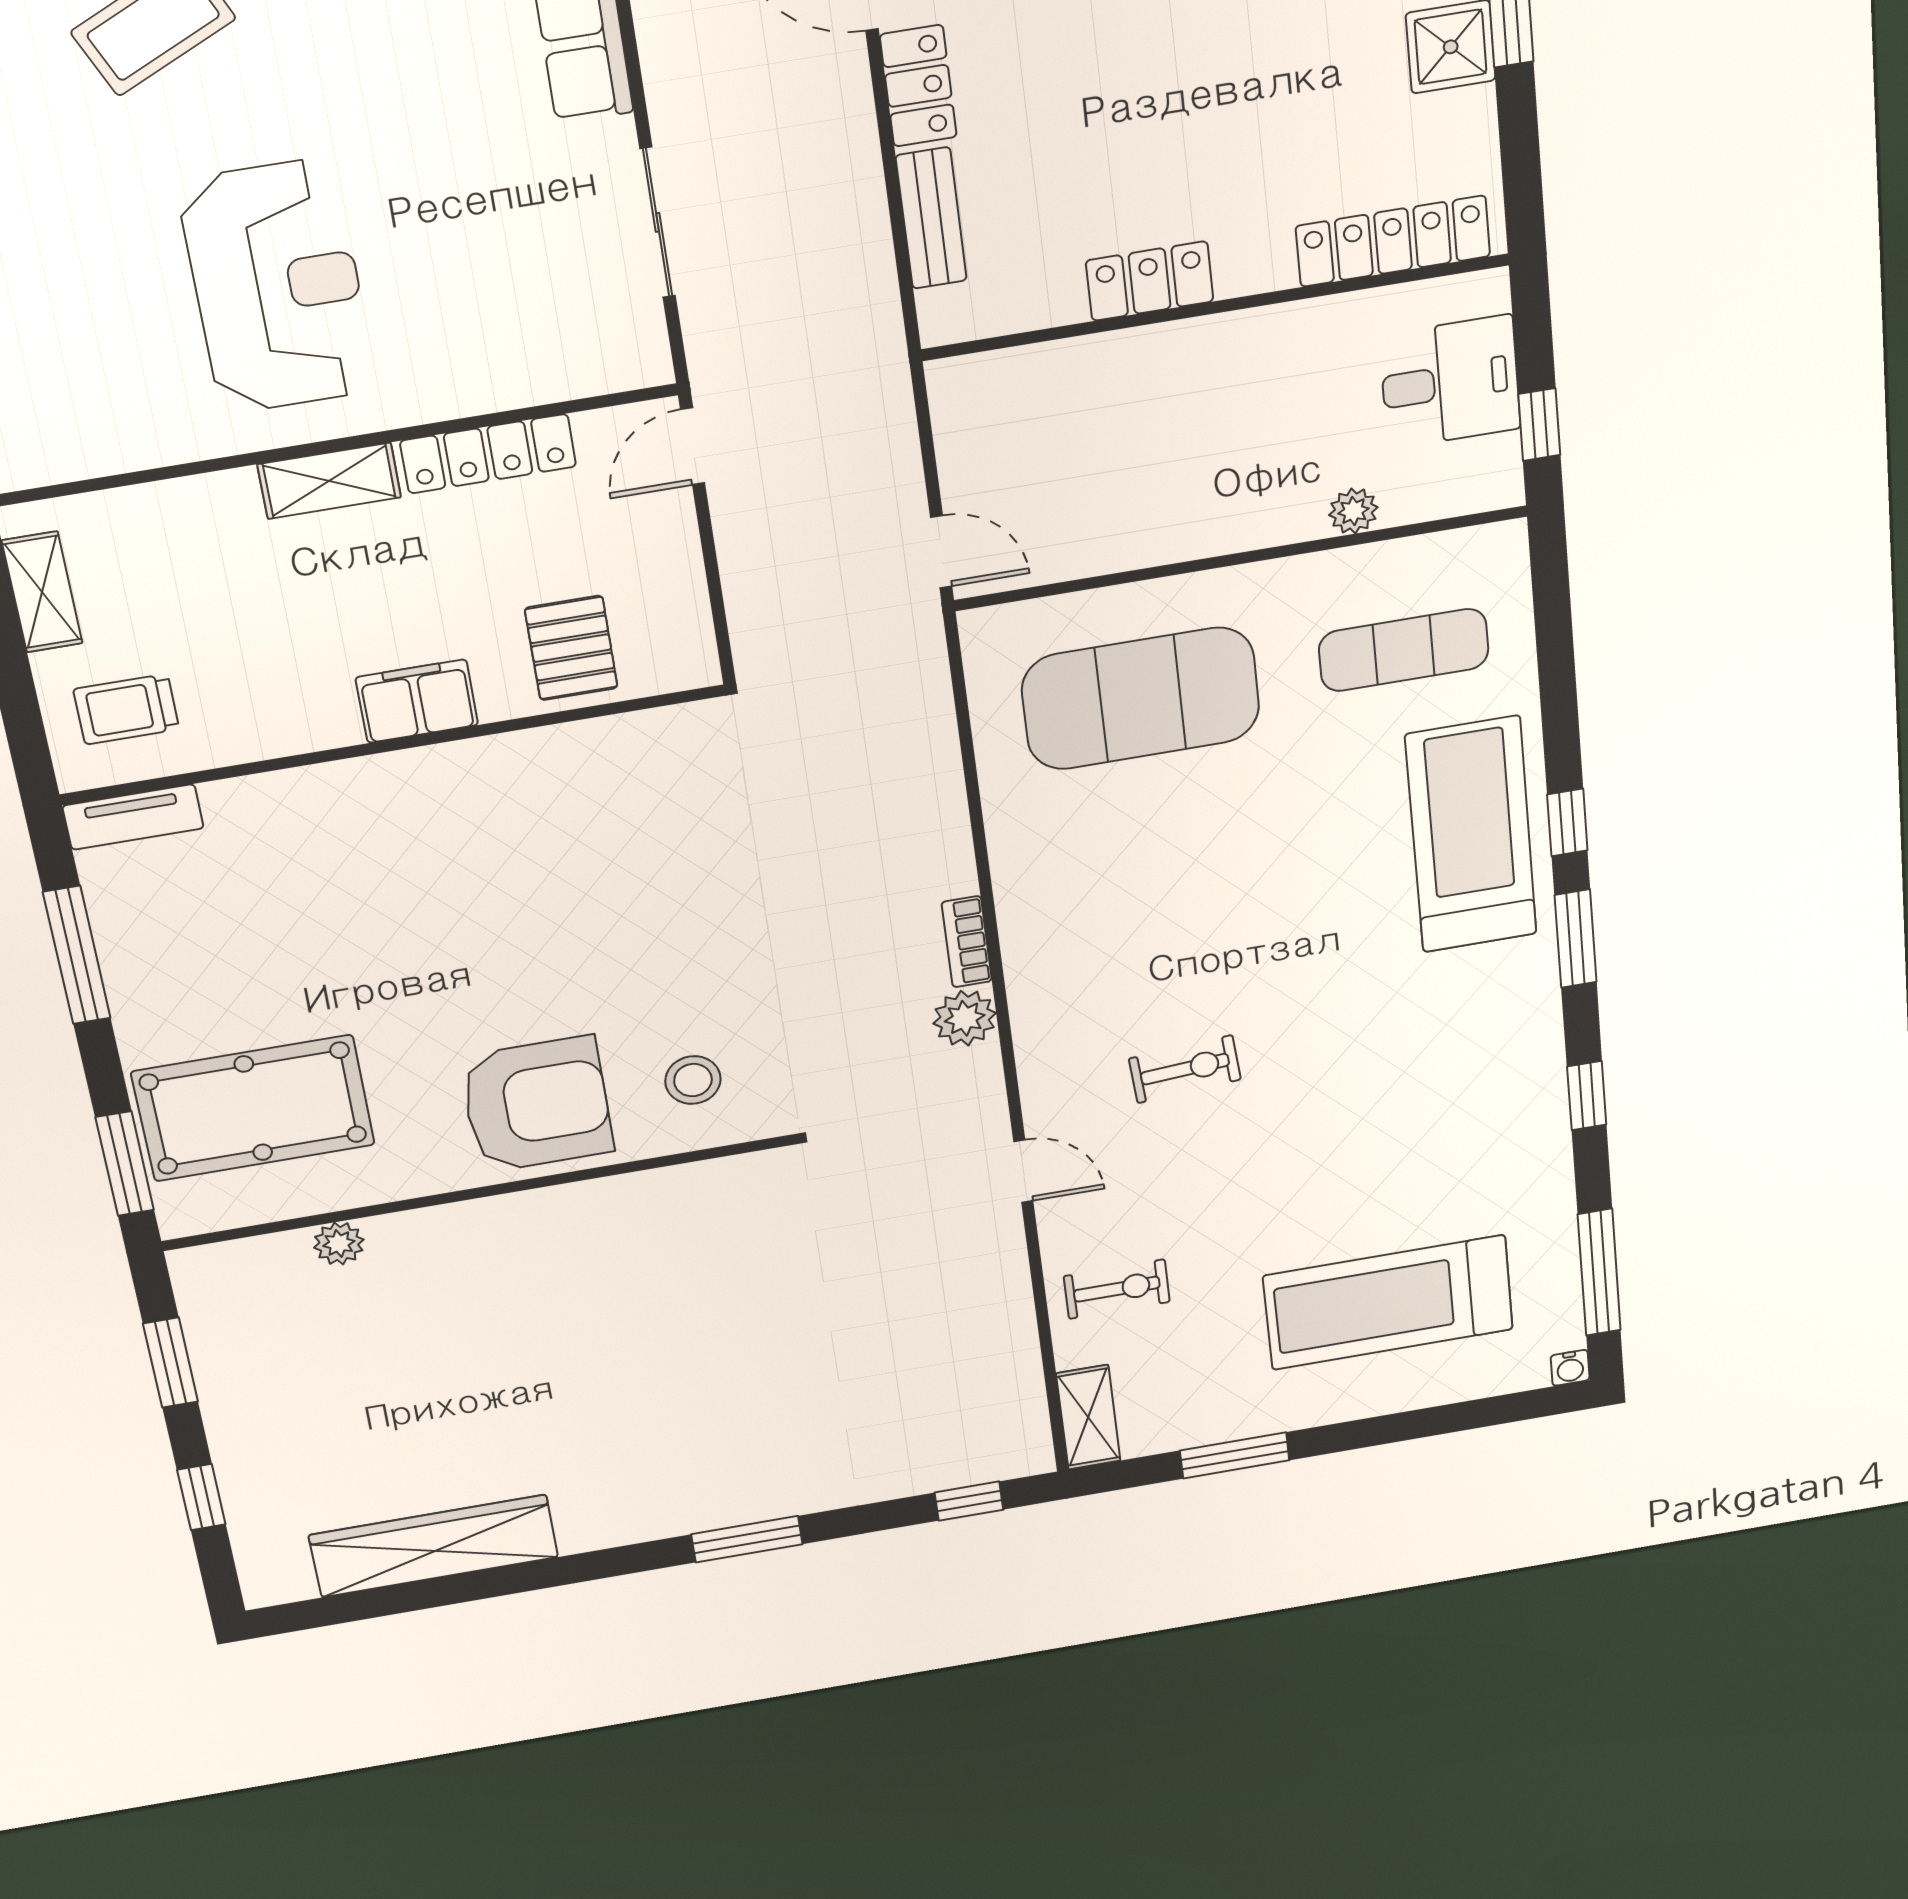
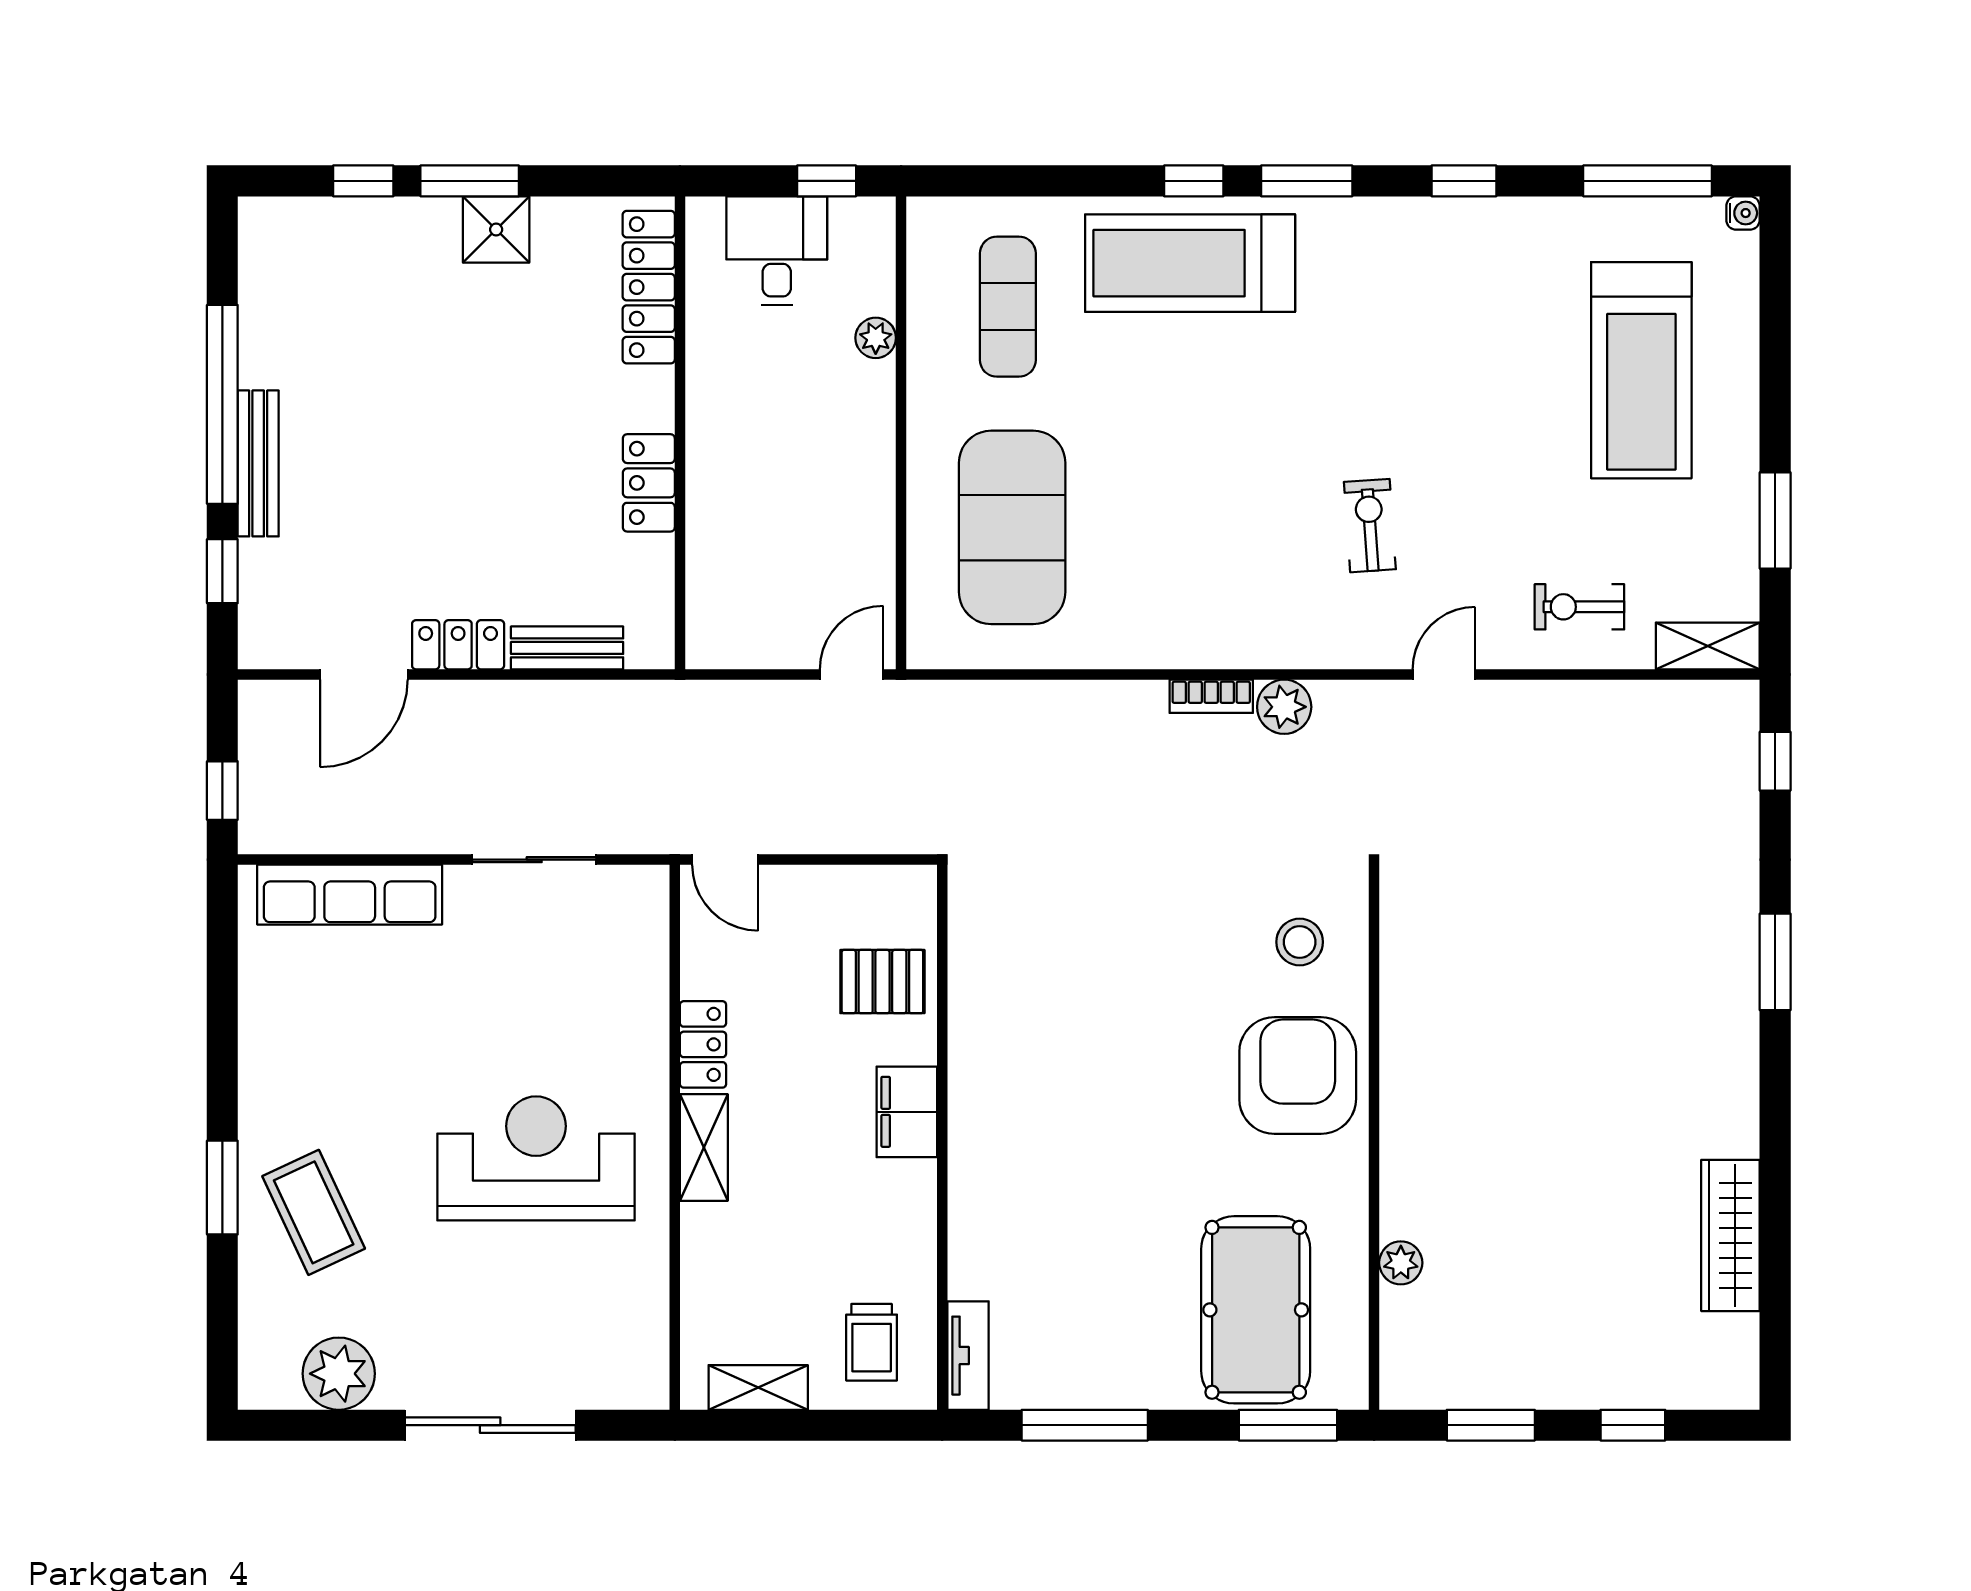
locker: (488, 454) -> (703, 1044), width x0.66
exercise bike: (1117, 1289) -> (1579, 607), turned -90
wardrobe: (434, 1546) -> (1730, 1235), width x0.71, depth x0.85

